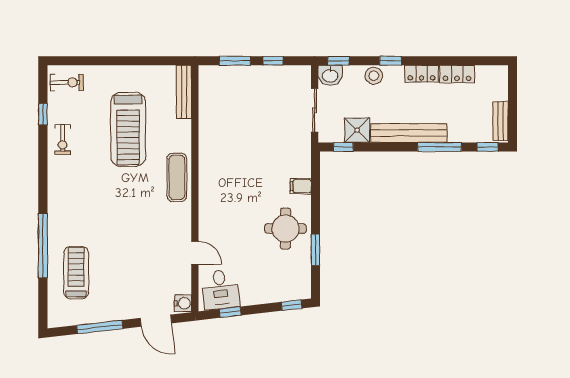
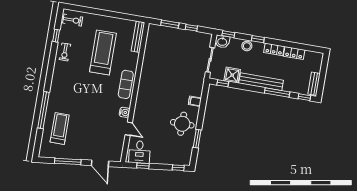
treadmill: (128, 129) -> (103, 52), turned 180
water cooler: (183, 303) -> (125, 112), moved

